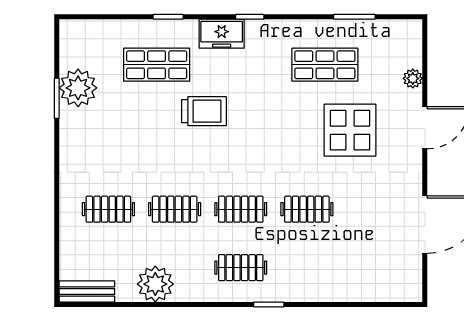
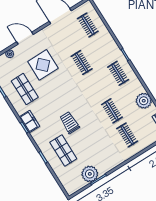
freezer: (222, 34) -> (29, 122), moved
clothes rail: (241, 209) -> (88, 25), moved

